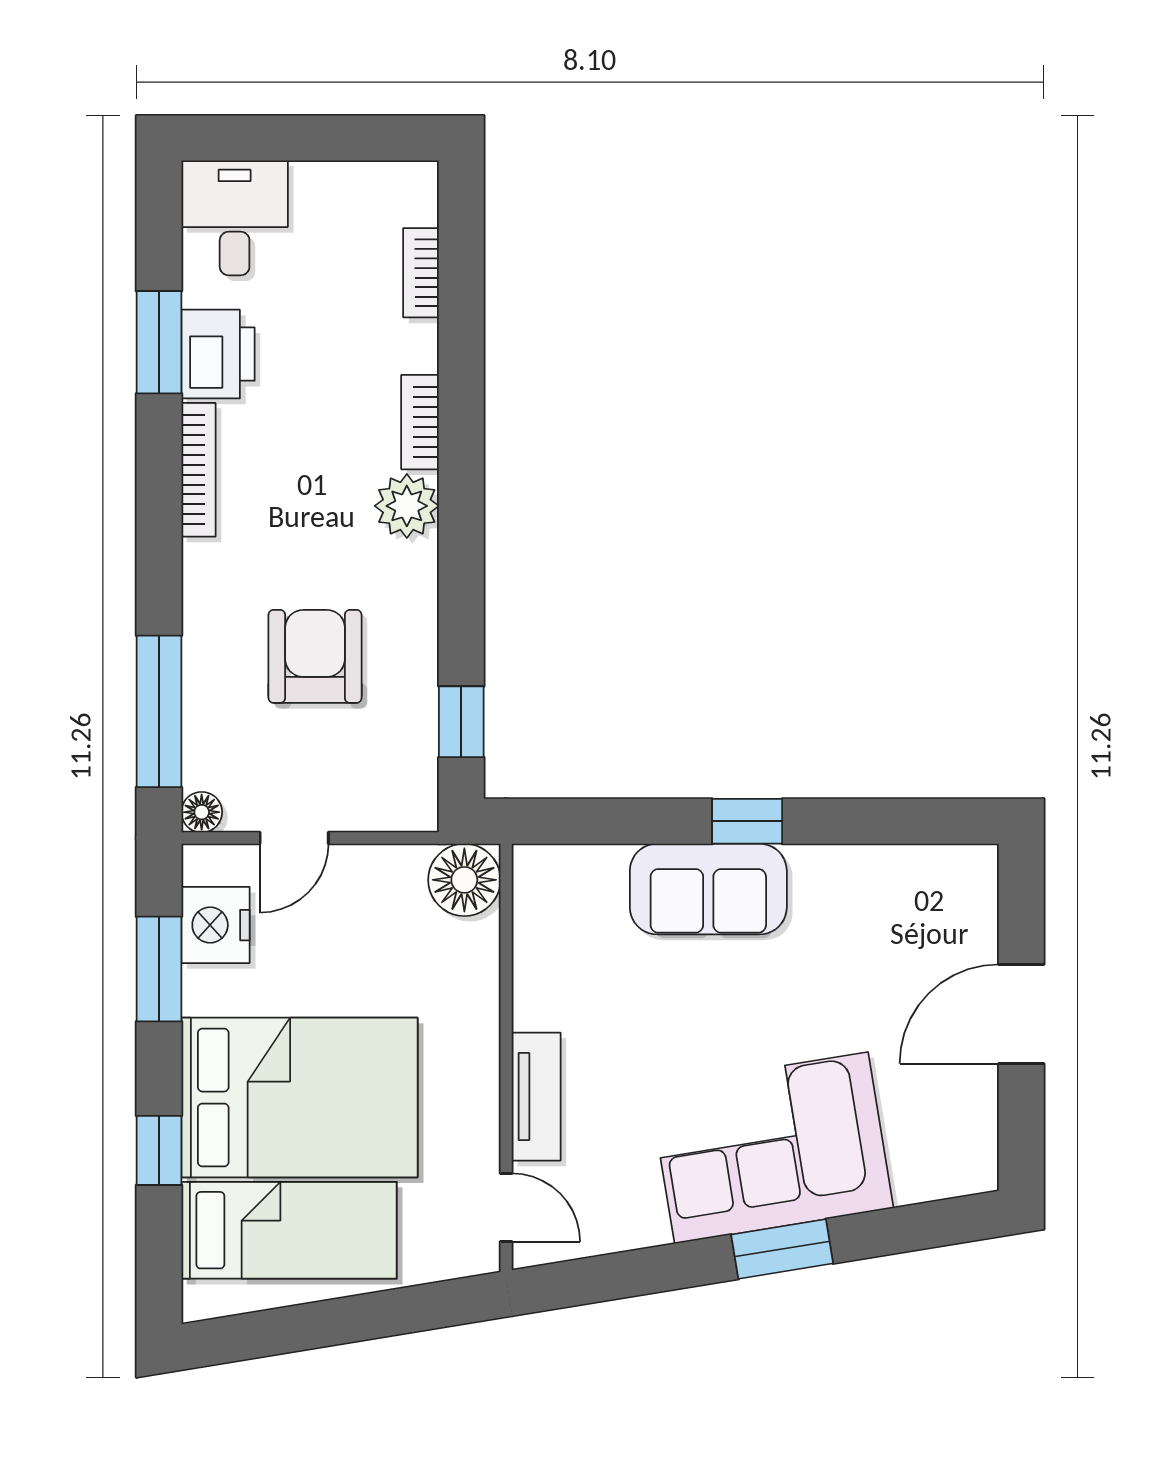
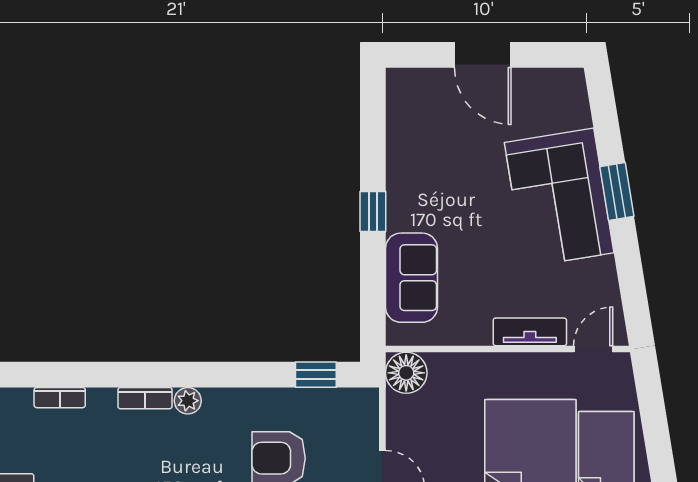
plant: (407, 506) -> (188, 401), width x0.73, depth x0.73
sofa: (708, 889) -> (411, 278), moved

